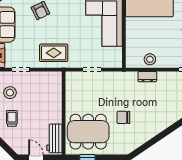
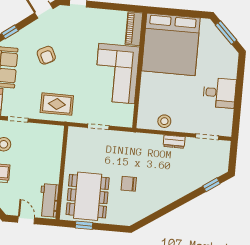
dresser: (147, 77) -> (174, 142), moved
dining table: (88, 132) -> (88, 196), turned 90

